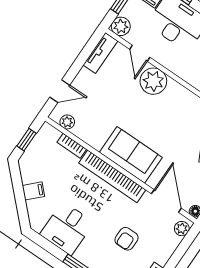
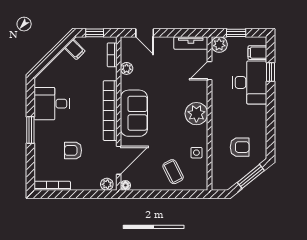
plant: (153, 81) -> (196, 114), moved
plant: (67, 122) -> (127, 68), moved
bookcase: (72, 146) -> (112, 55), moved
filing cabinet: (33, 191) -> (75, 50), moved

